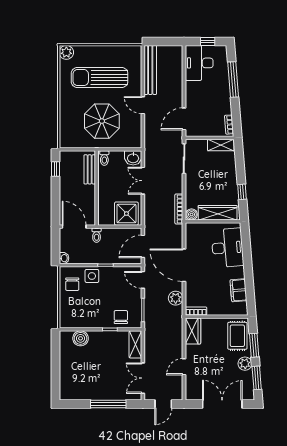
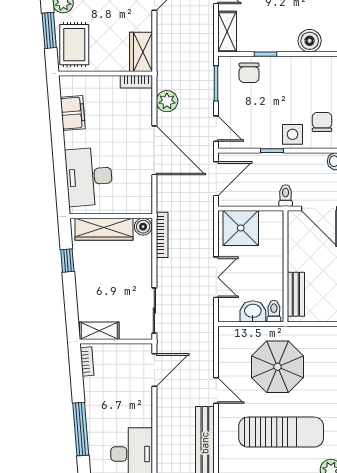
washbasin: (133, 158) -> (253, 311), moved

